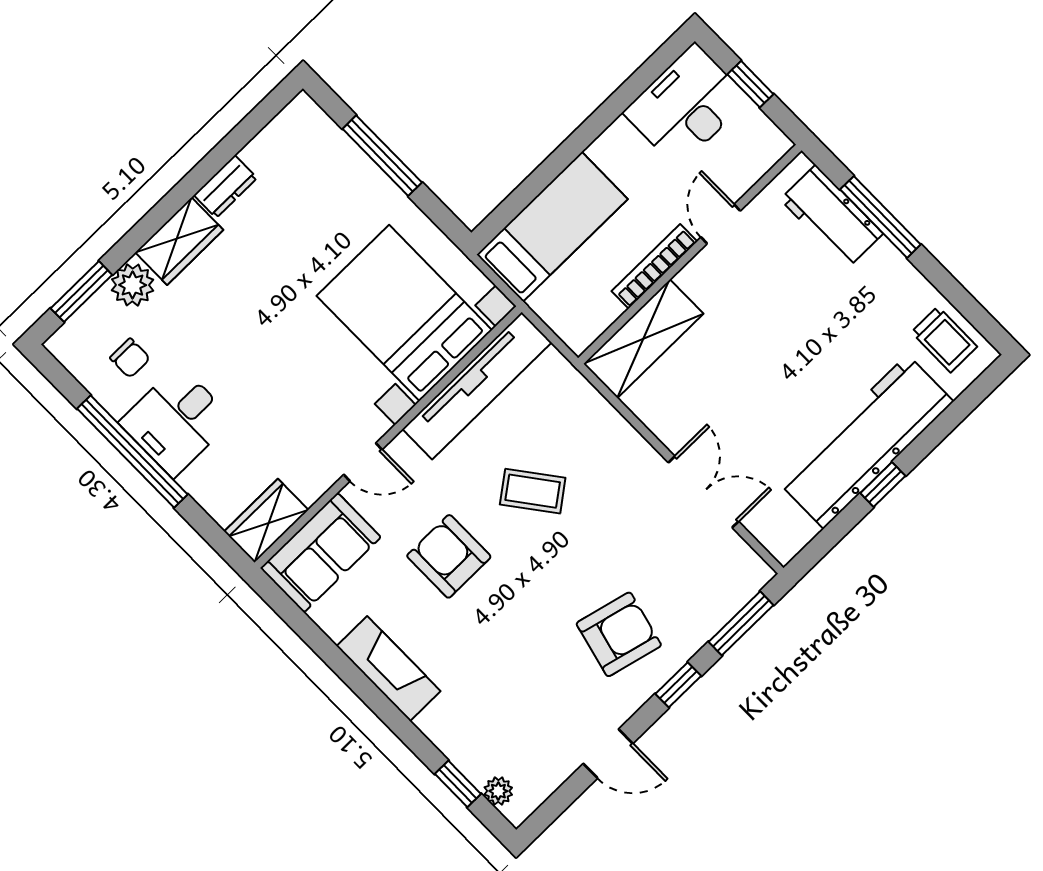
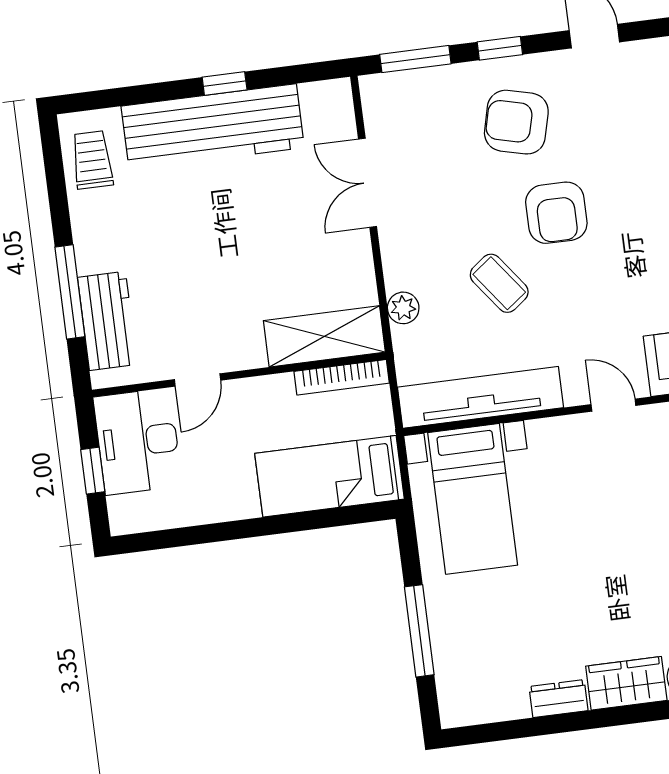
desk: (686, 105) -> (138, 441), moved, turned 90
bookcase: (654, 266) -> (342, 377), moved
bed with nightstands: (404, 313) -> (473, 499), width x0.73
plant: (596, 411) -> (403, 308), added
armchair: (449, 556) -> (556, 213), moved

